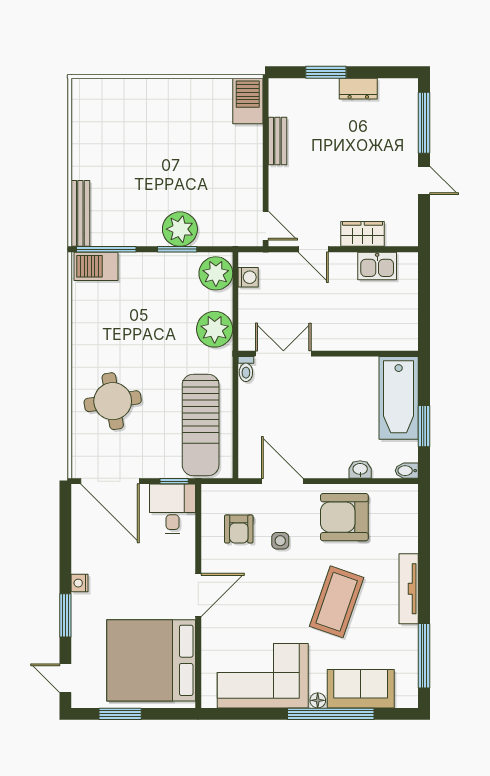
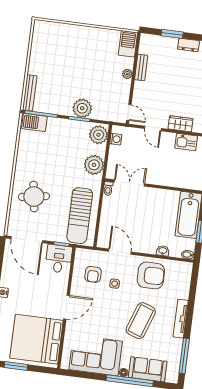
plant: (254, 156) -> (127, 74), added
armchair: (344, 517) -> (151, 275), turned 180

